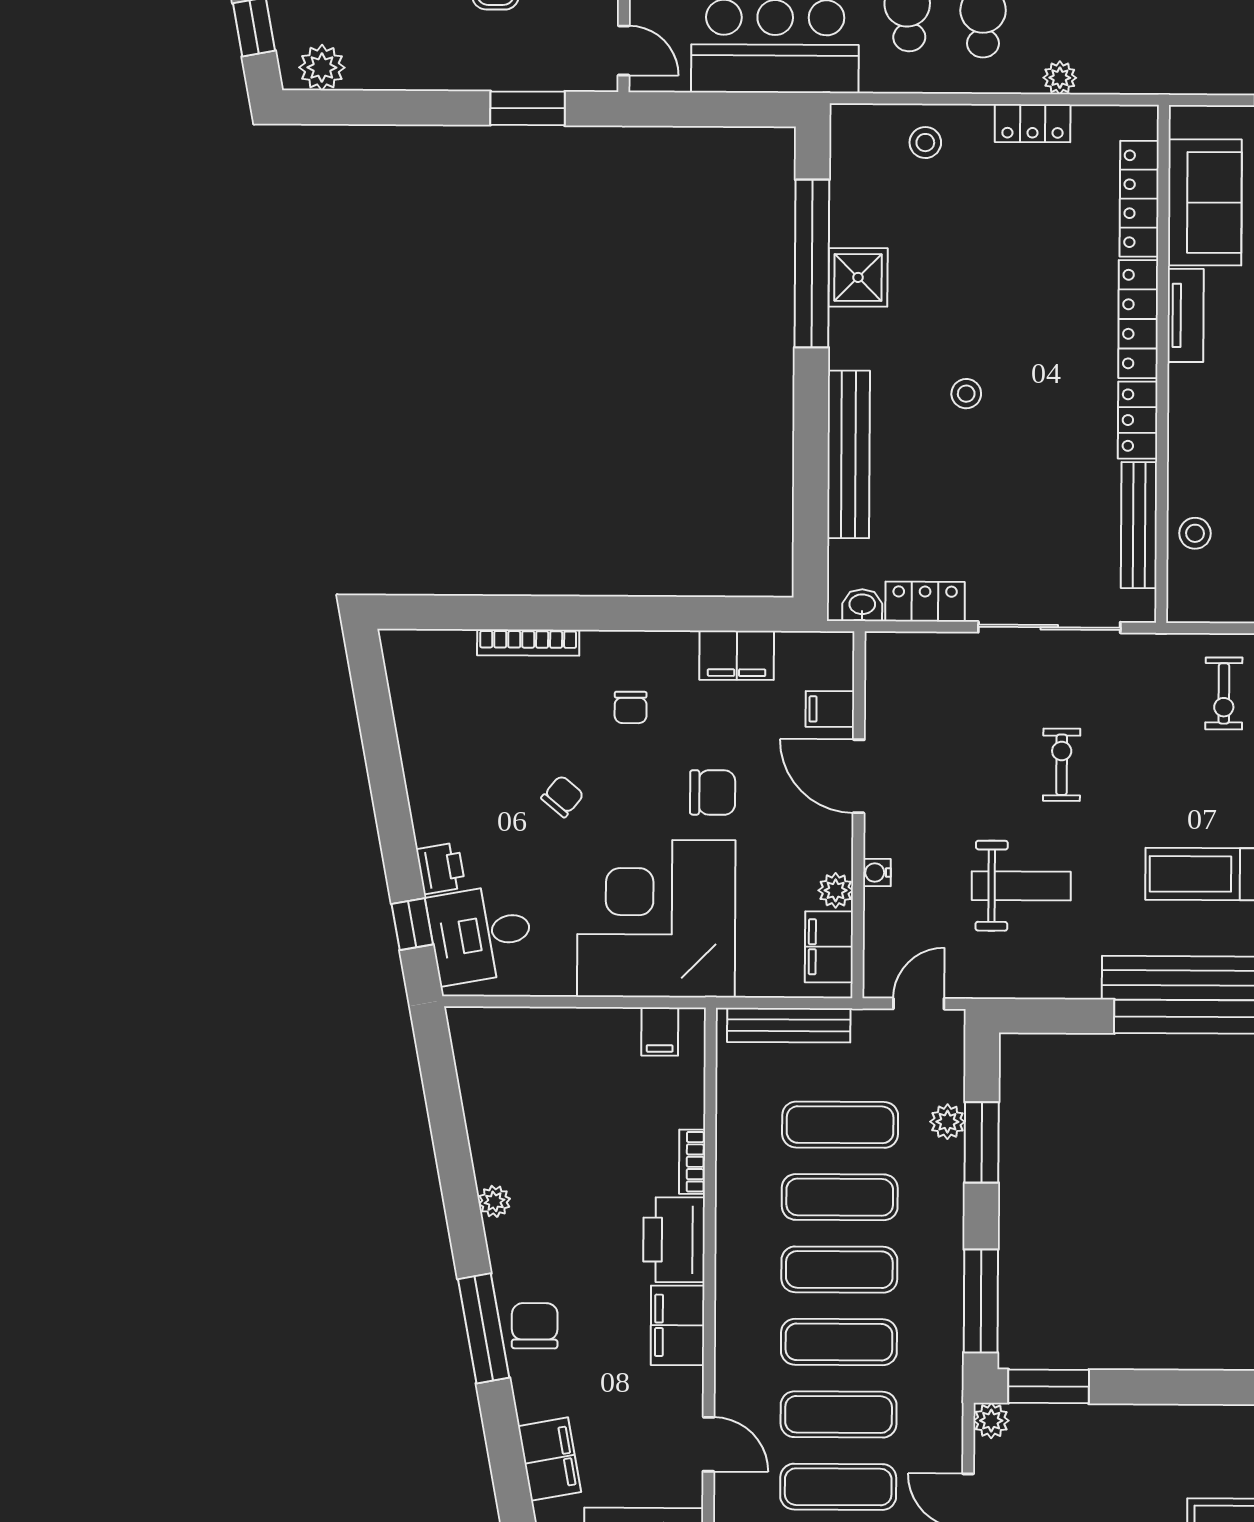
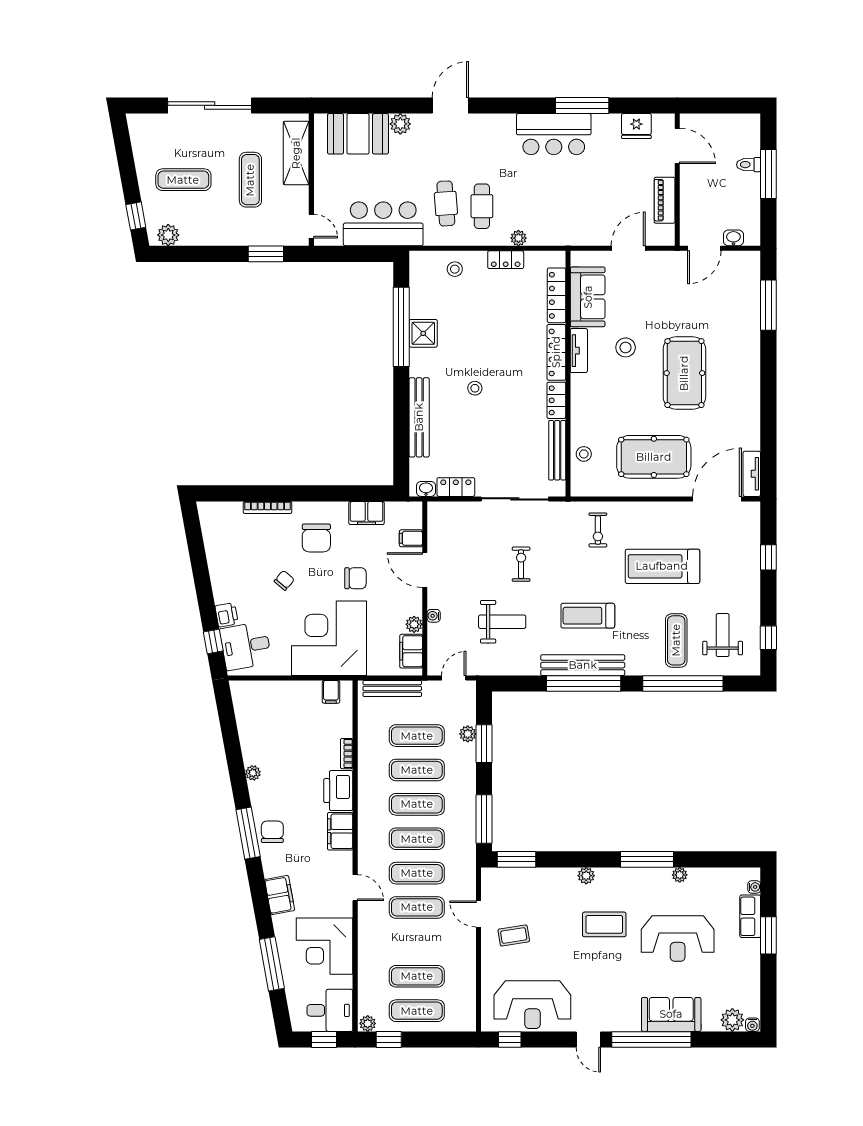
chair: (631, 707) -> (316, 538), width x1.87, depth x1.87
plant: (991, 1421) -> (586, 876), moved

